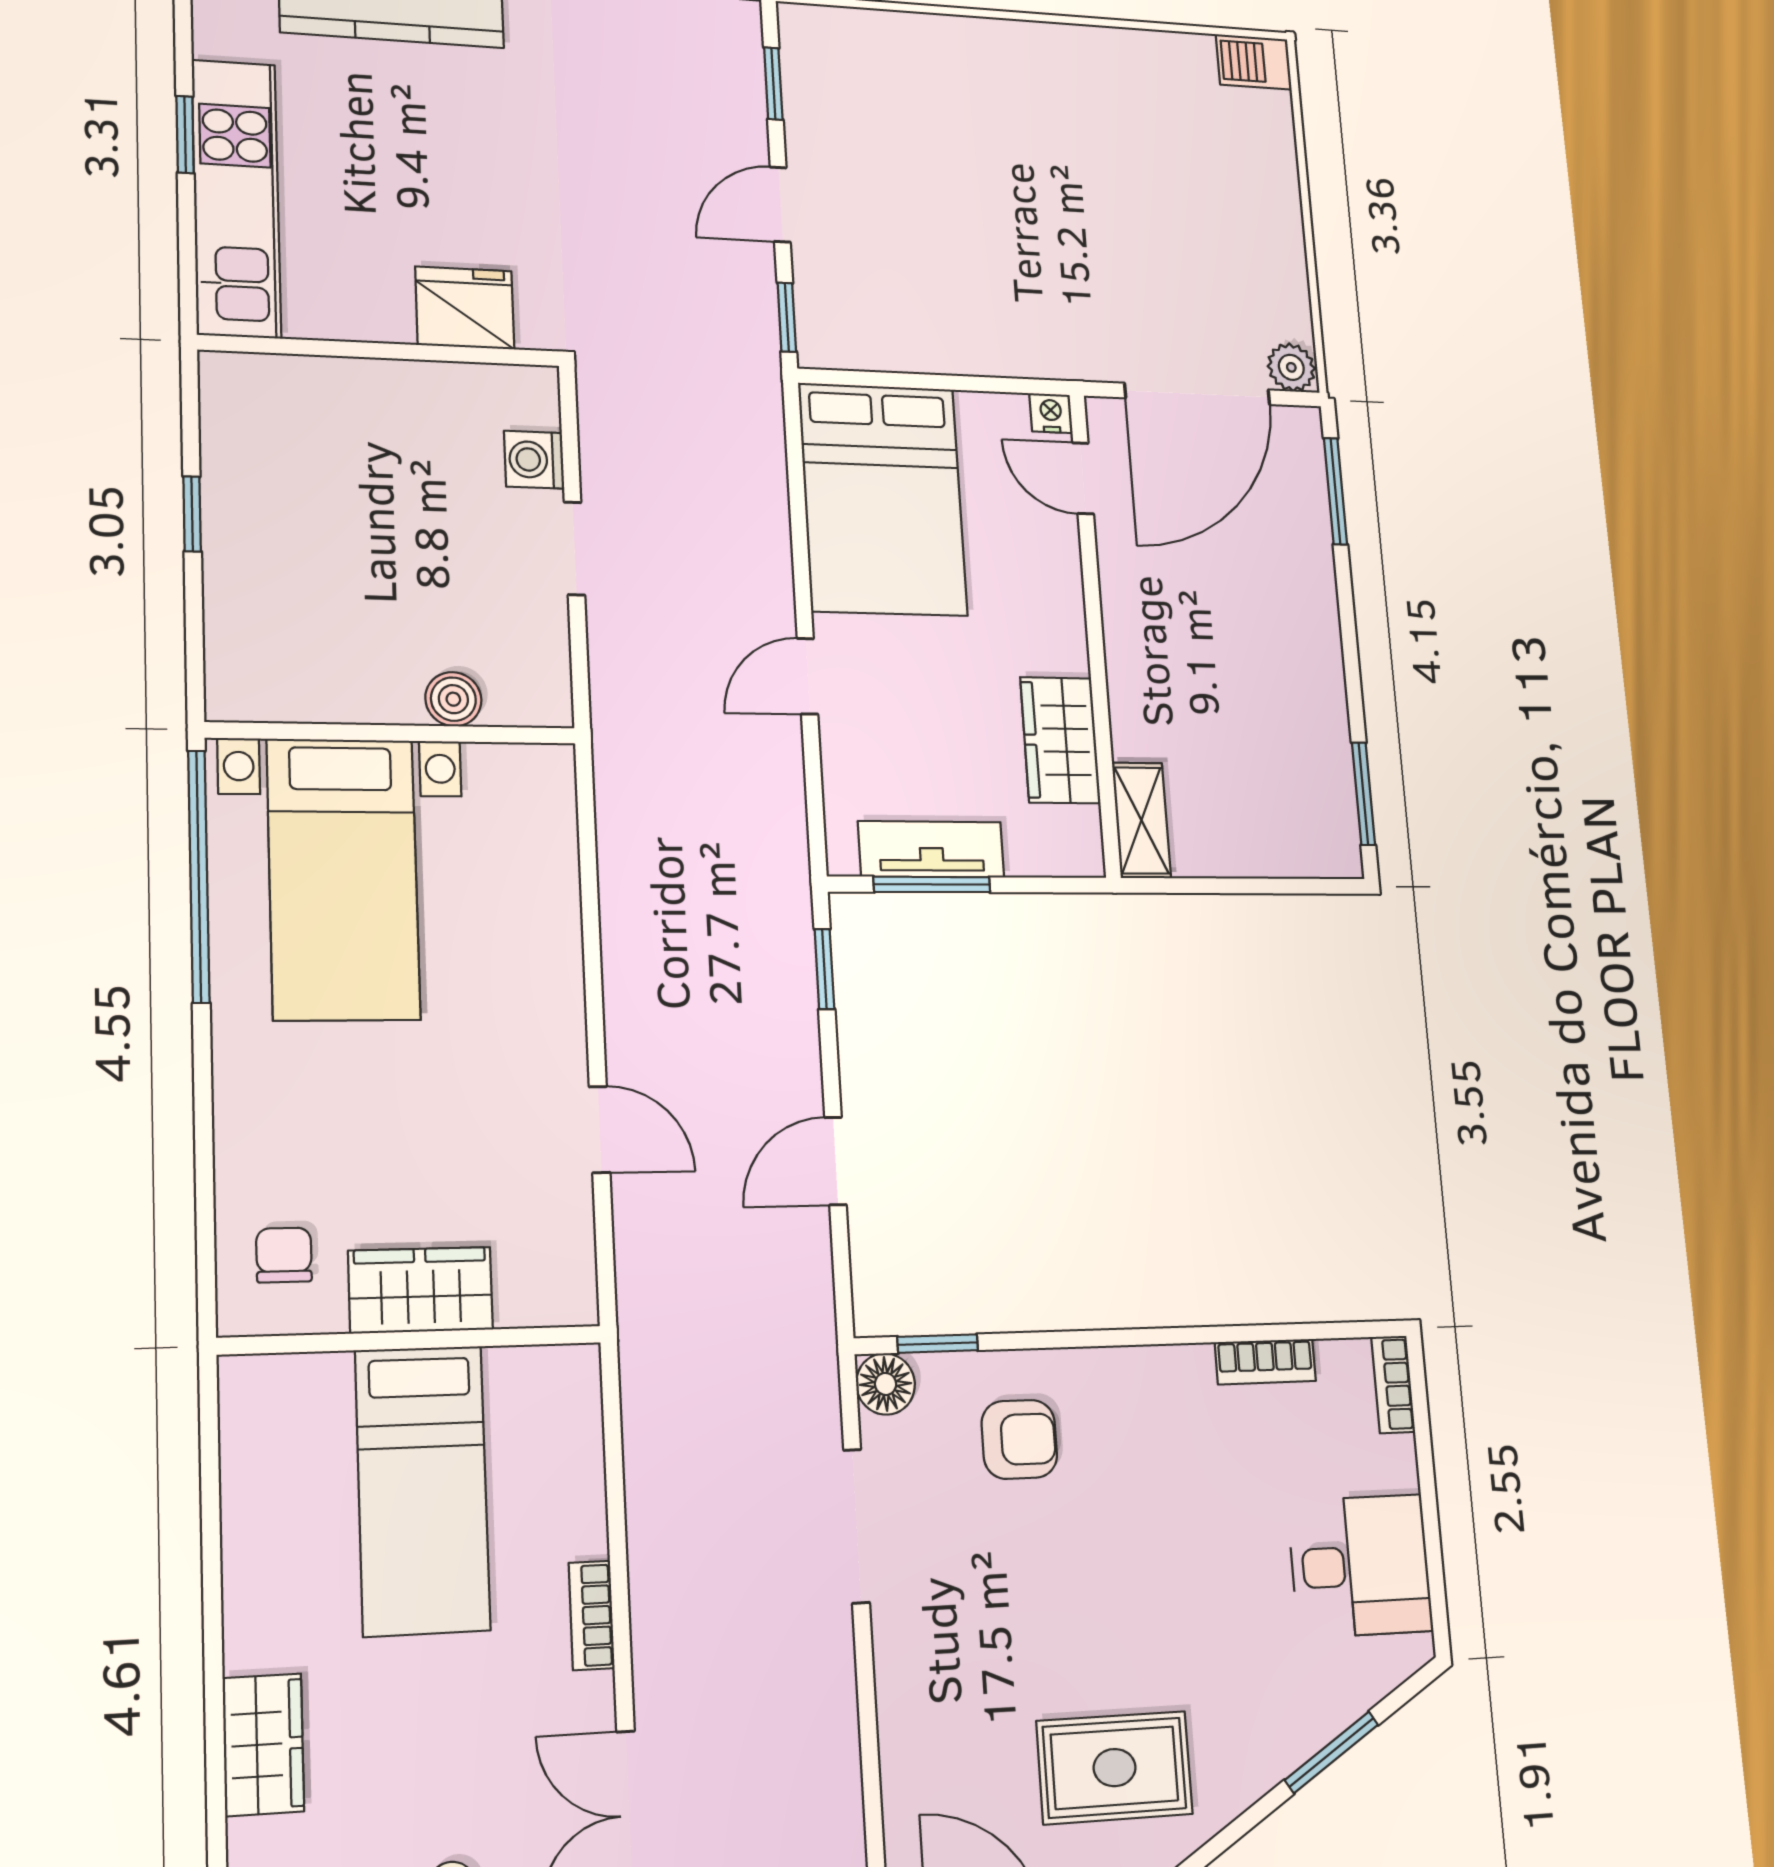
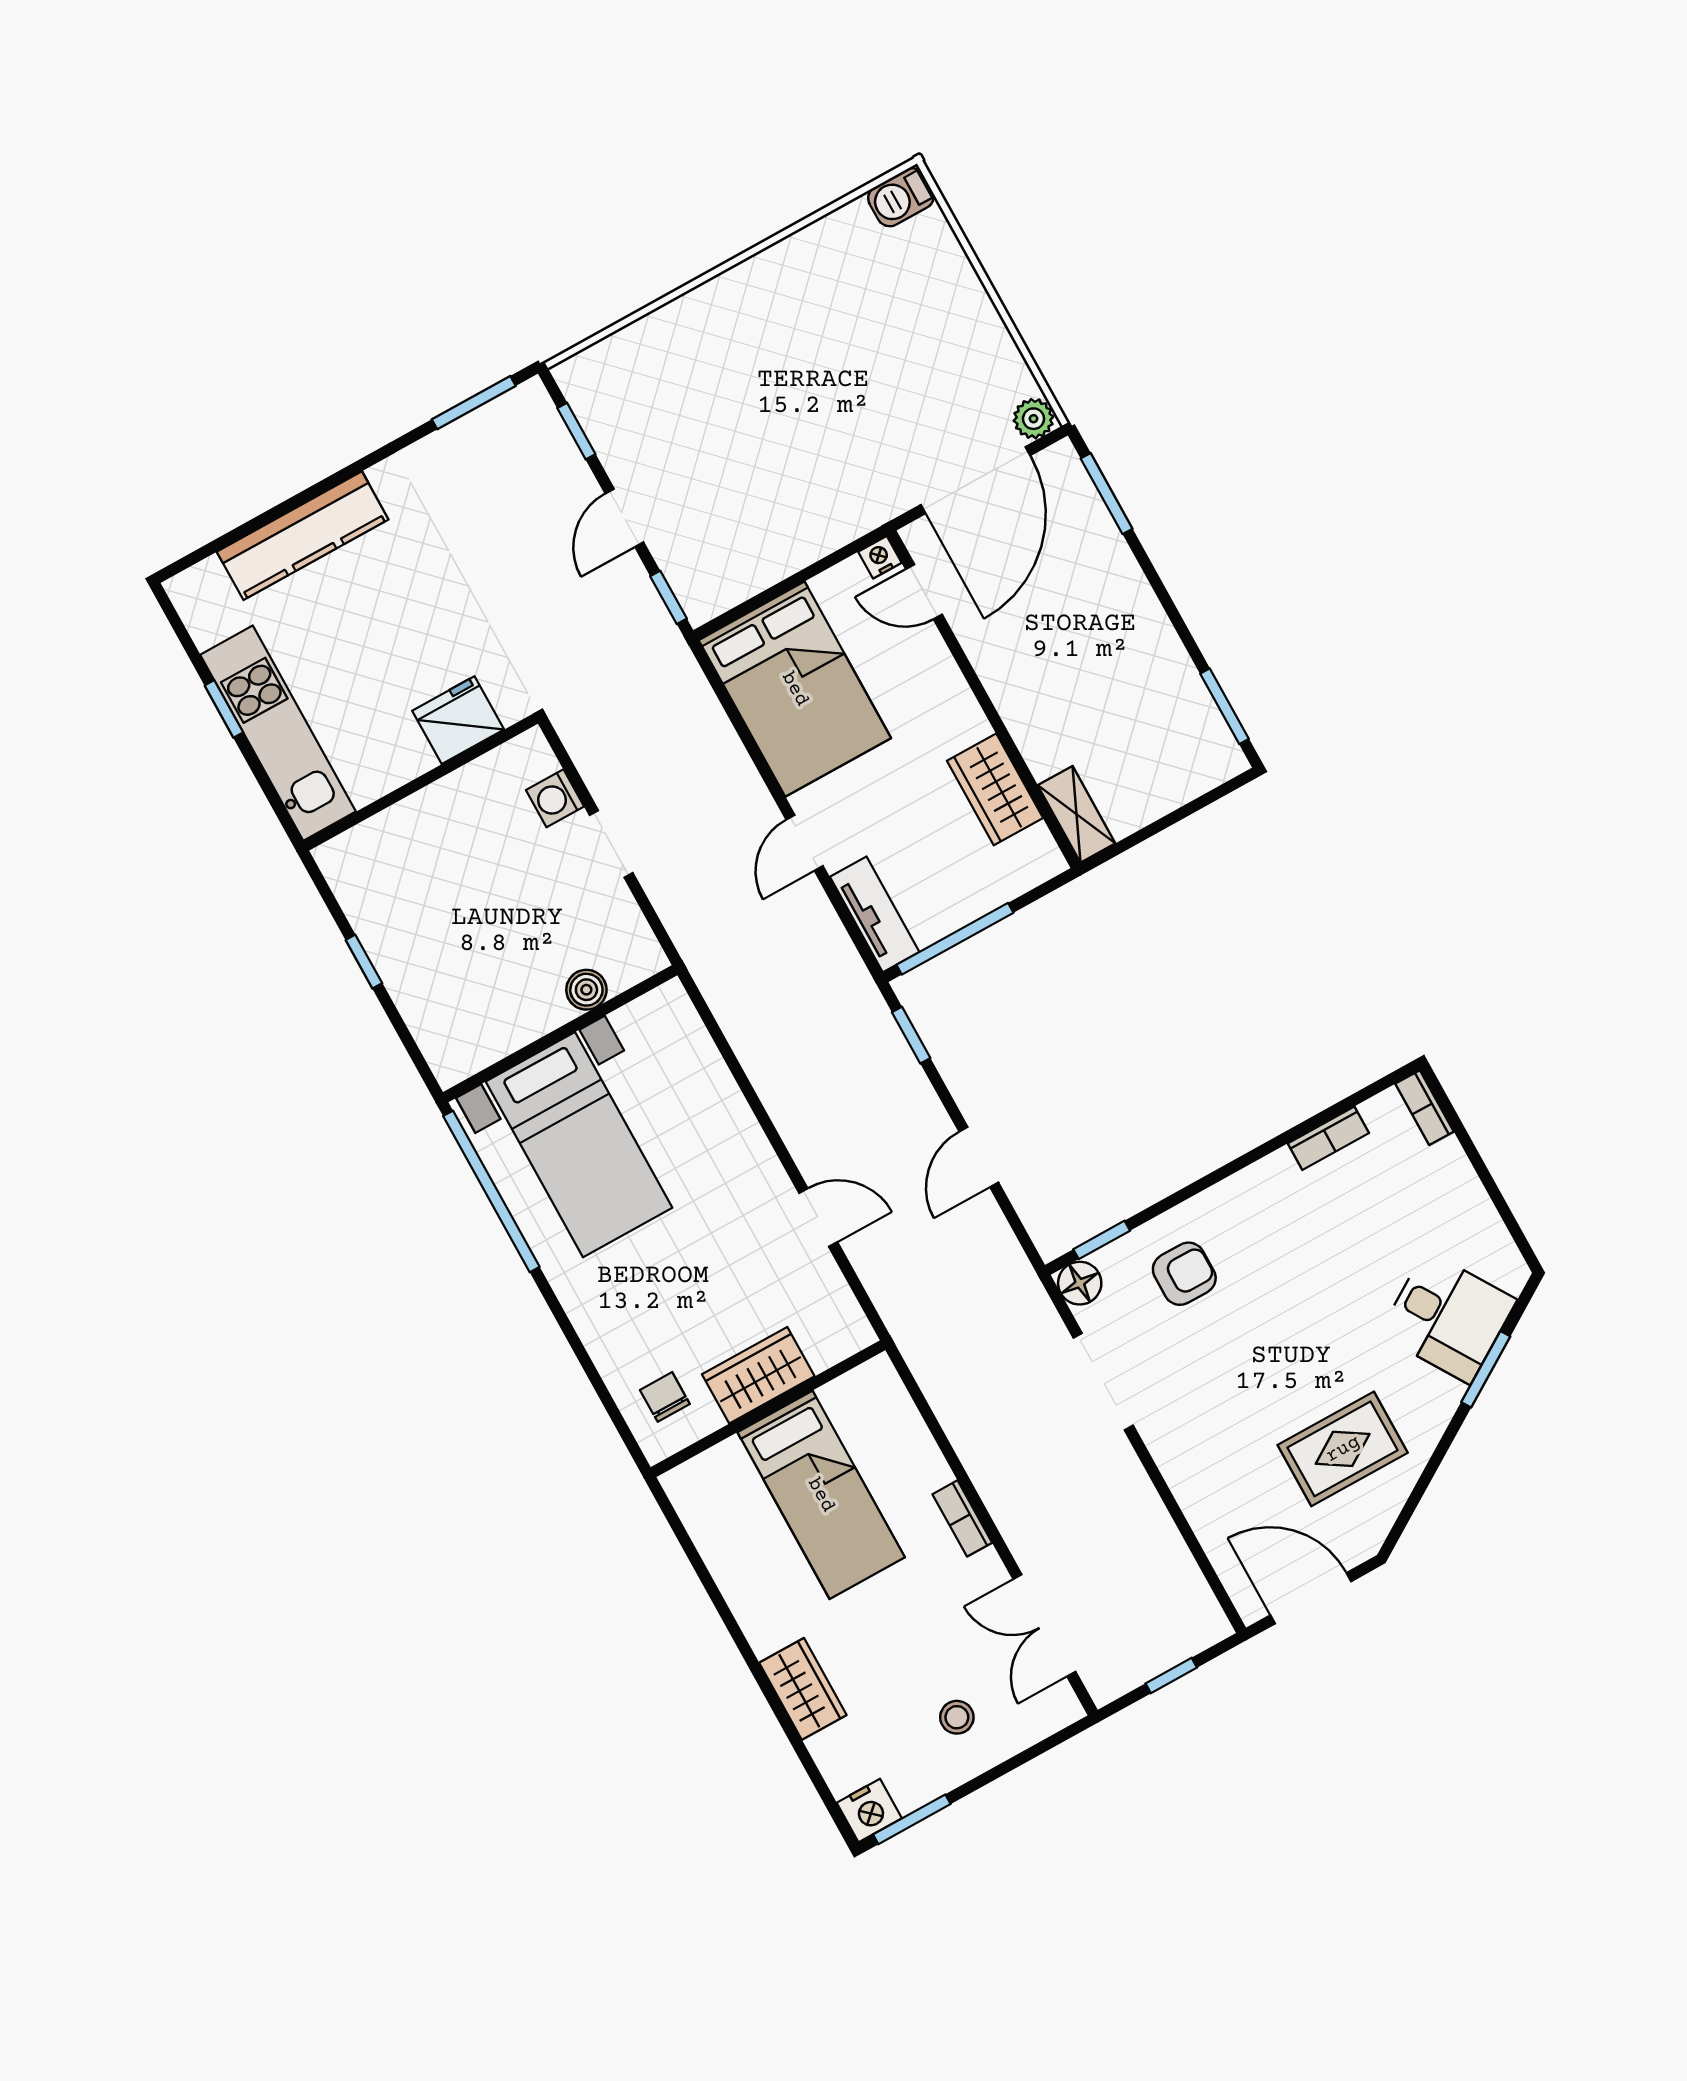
tv unit: (931, 849) -> (875, 914), moved, turned 90
window: (932, 884) -> (955, 939), width x1.44
desk: (1360, 1566) -> (1448, 1317), moved, turned 58

